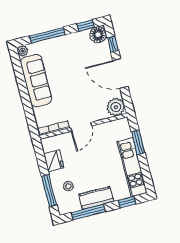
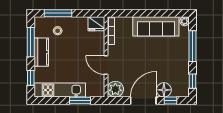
floor lamp: (98, 35) -> (164, 90), moved
door: (81, 127) -> (106, 65), moved
fridge: (54, 161) -> (96, 24), moved

